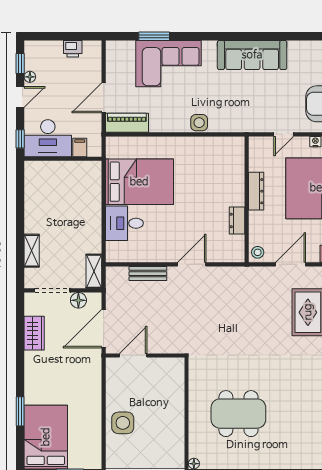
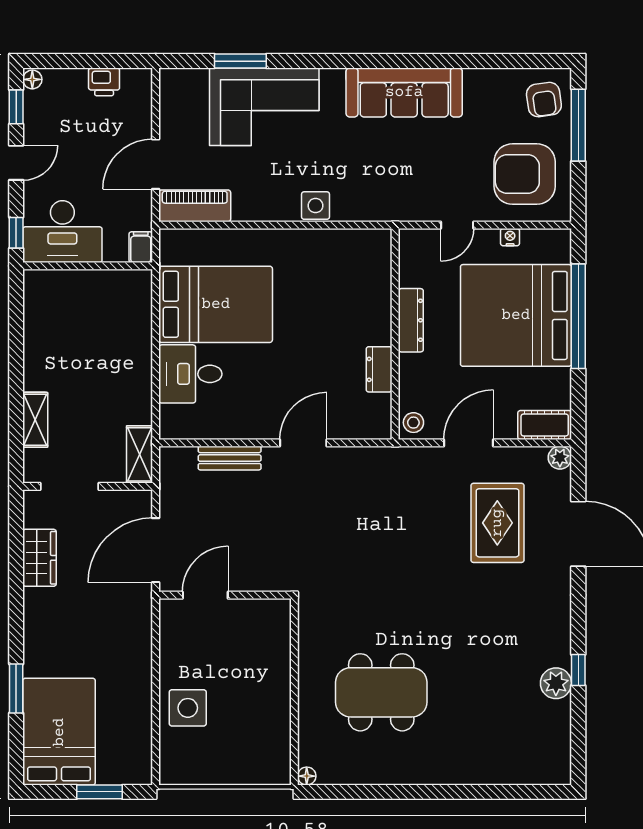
floor lamp: (30, 77) -> (32, 79), moved
filing cabinet: (80, 147) -> (141, 247), moved
floor lamp: (78, 300) -> (114, 503), removed

